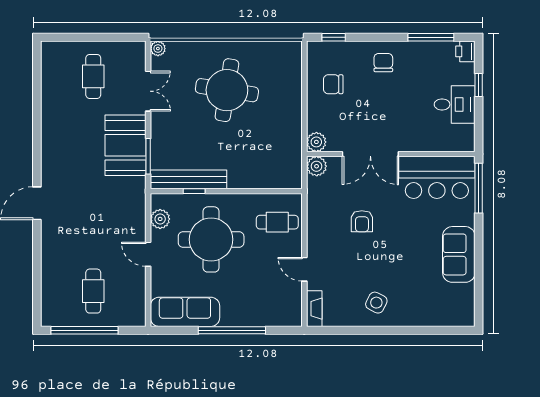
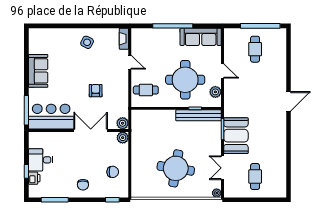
printer: (465, 51) -> (34, 178), moved

